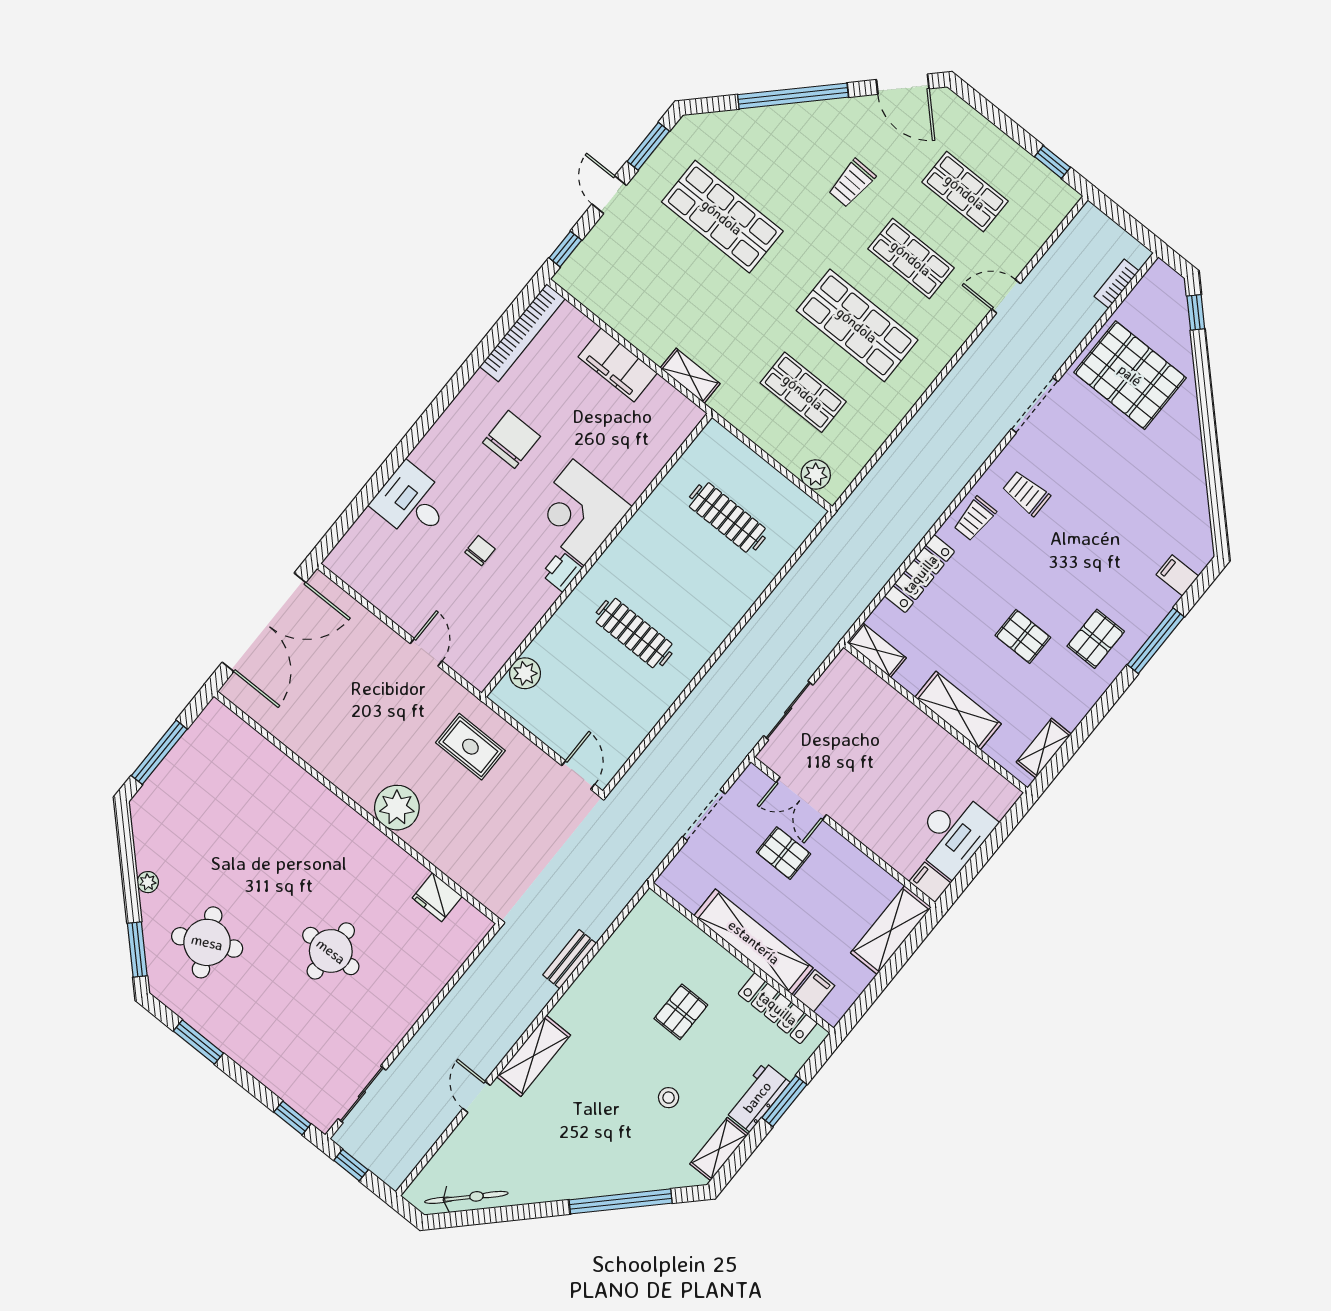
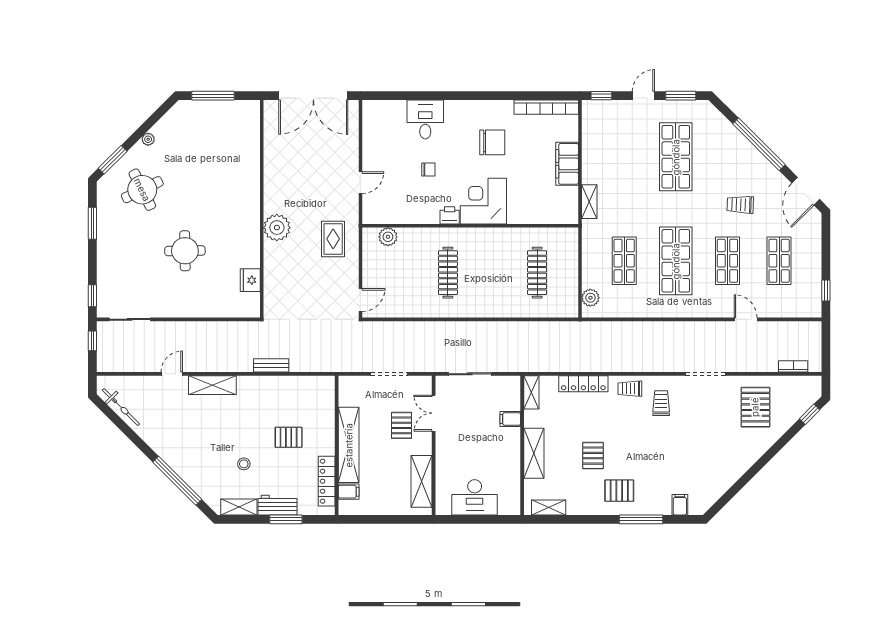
pallet: (1130, 375) -> (755, 407), width x0.73, depth x0.71
filing cabinet: (930, 882) -> (510, 419), moved, turned -90
shelving: (891, 930) -> (422, 481), moved, turned 90

